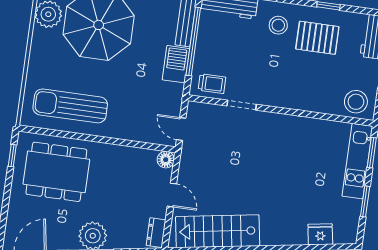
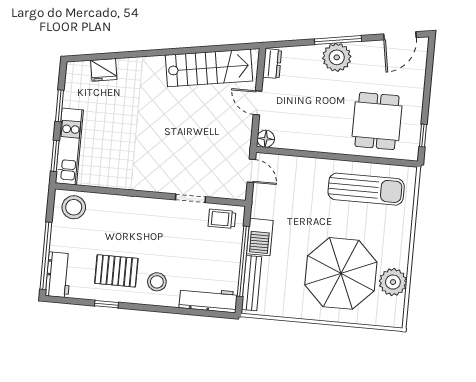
dining table: (56, 172) -> (377, 121), width x0.73

